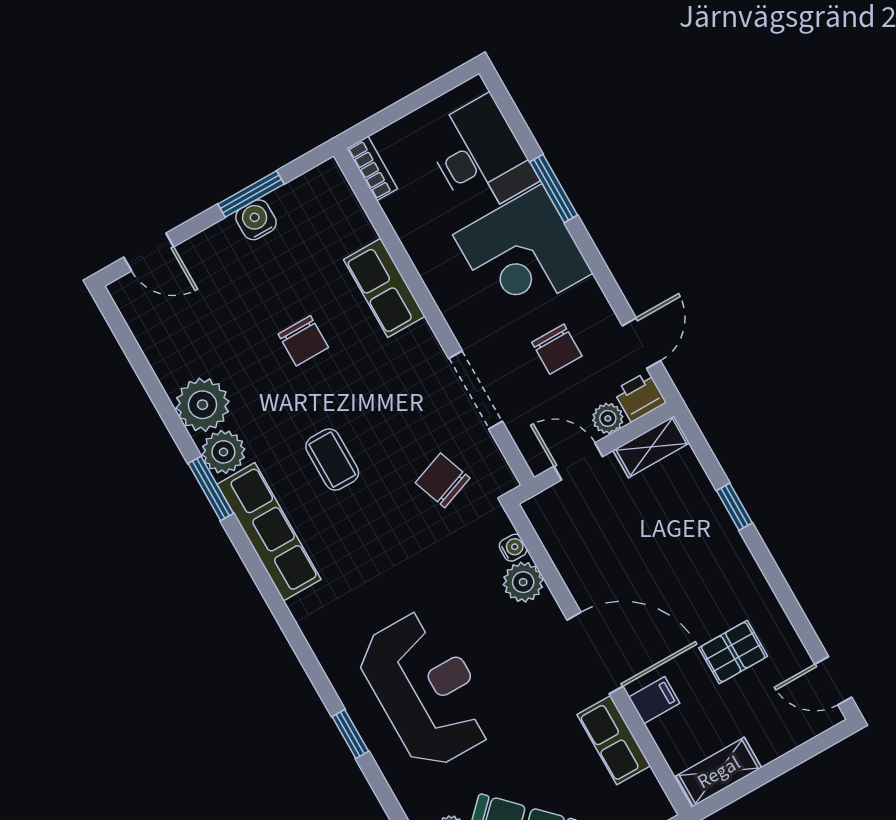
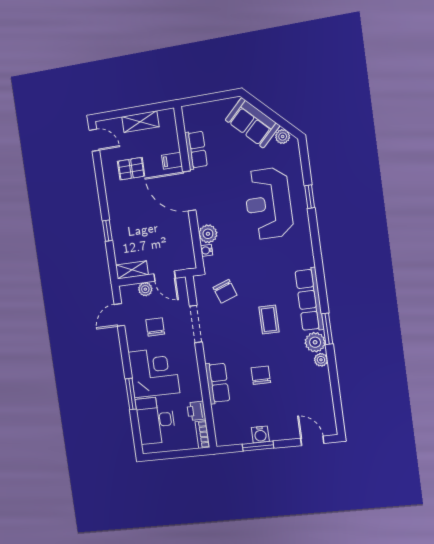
printer: (640, 397) -> (196, 411), moved, turned 90
plant: (203, 405) -> (321, 360), width x0.53, depth x0.53
shelving: (719, 772) -> (140, 122), moved

